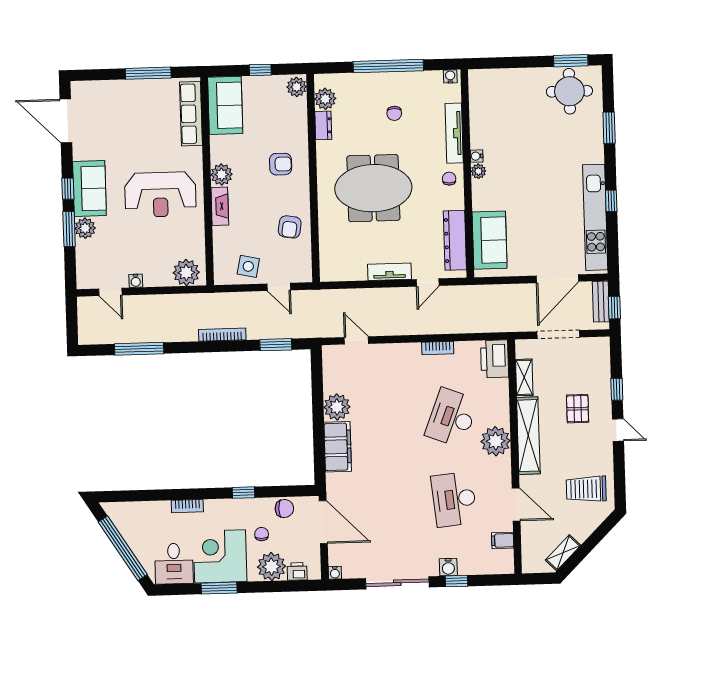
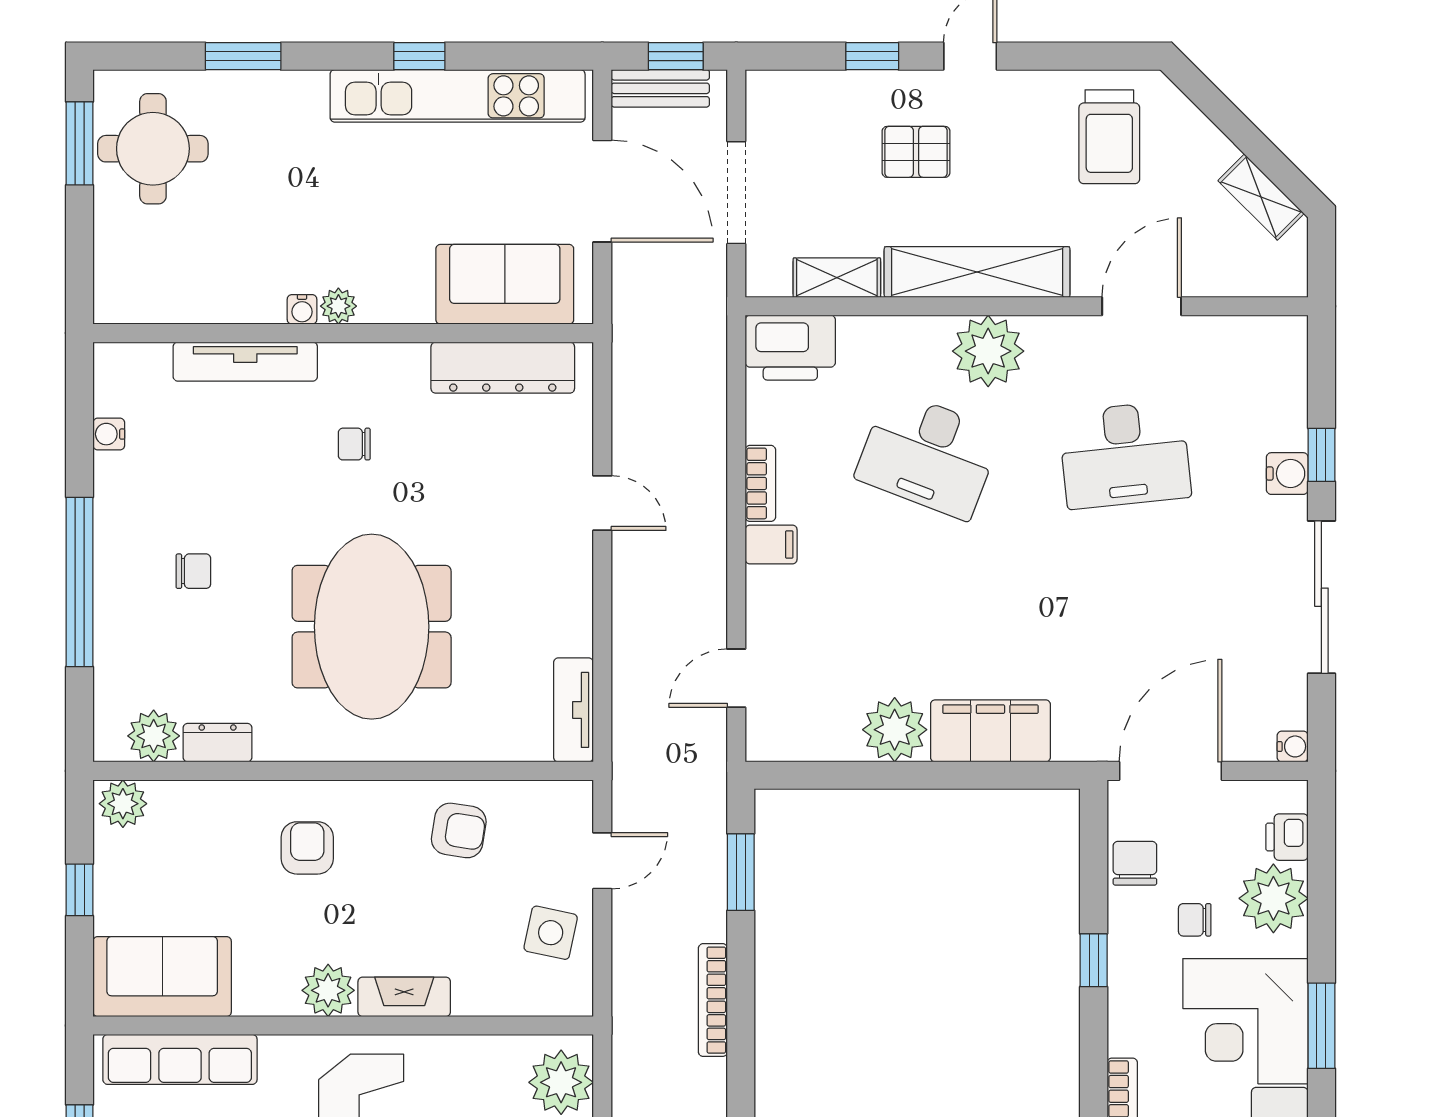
tv unit: (454, 133) -> (245, 362), moved
water cooler: (477, 156) -> (302, 309), moved
plant: (478, 171) -> (338, 306), moved
wall: (467, 173) -> (343, 333), moved
dresser: (455, 240) -> (503, 368), moved
sofa: (490, 240) -> (505, 284), moved
tv unit: (389, 272) -> (573, 710), moved
filing cabinet: (503, 540) -> (771, 544), moved, turned -90

